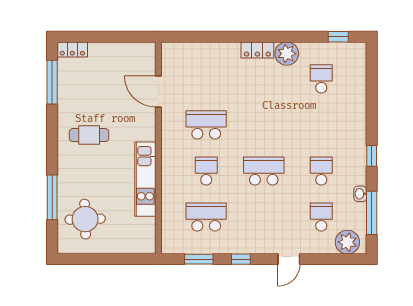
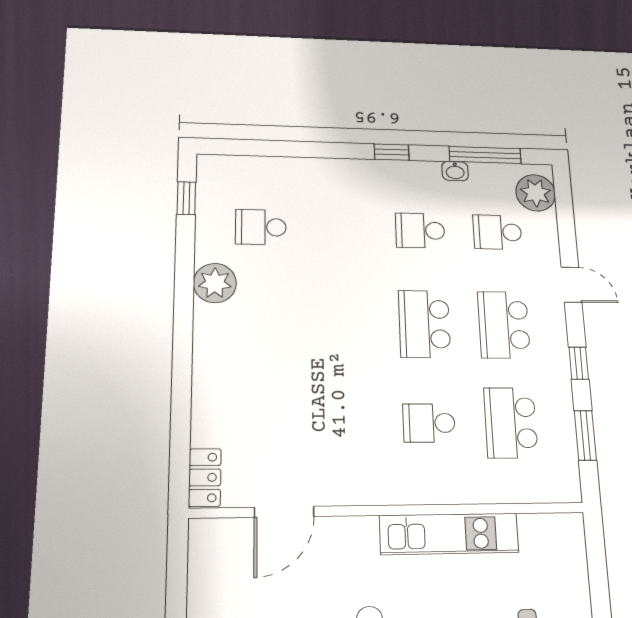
locker: (257, 50) -> (205, 477), moved
school desk: (206, 125) -> (504, 325), moved

